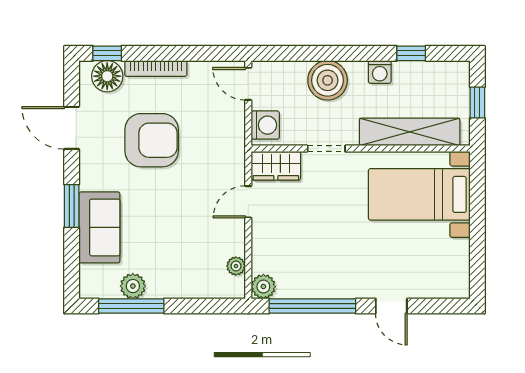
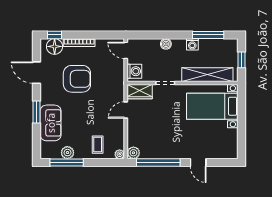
window: (411, 53) -> (208, 35), width x2.17
boiler: (328, 80) -> (166, 44), width x0.54, depth x0.54
plant: (236, 266) -> (120, 154), moved
coffee table: (192, 270) -> (98, 145), added

